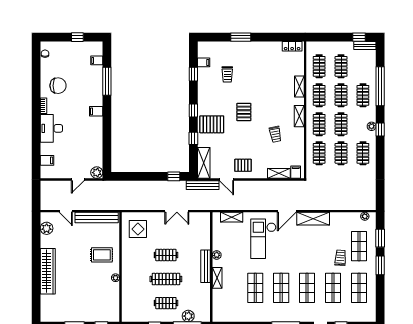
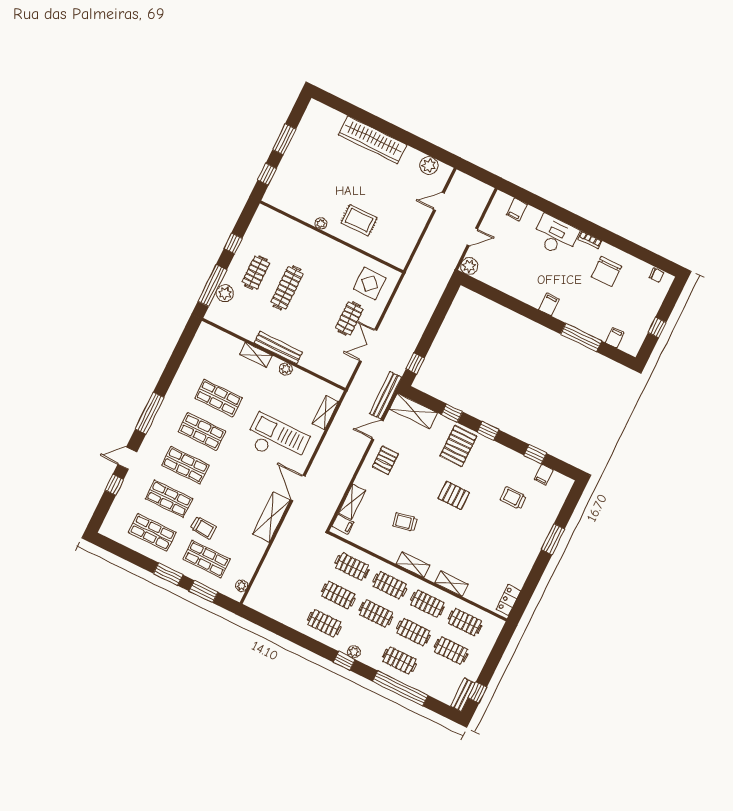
door: (78, 179) -> (472, 237), swing flipped
bench: (97, 218) -> (411, 237), removed
rug: (102, 255) -> (359, 220), turned 90
clothes rail: (166, 255) -> (349, 319), moved

